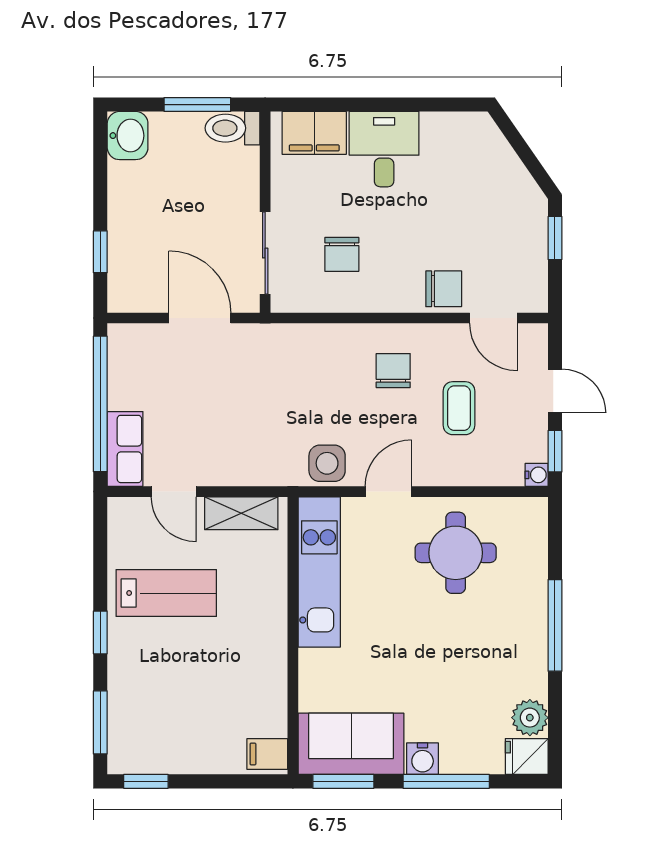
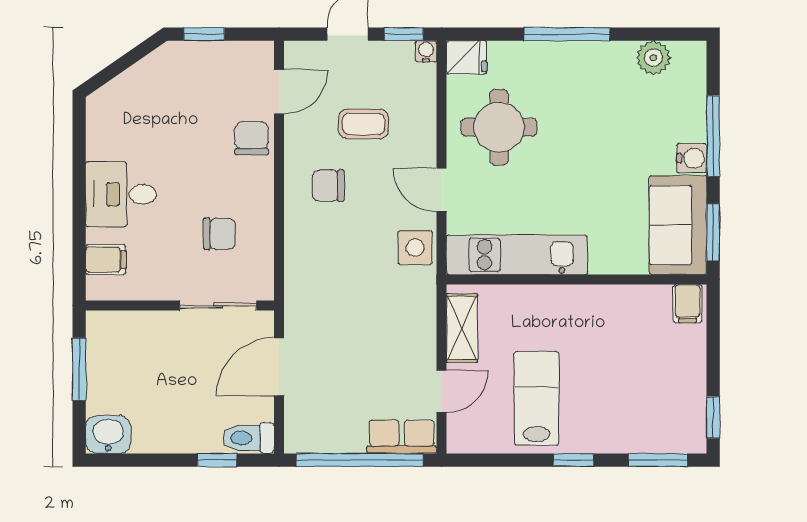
toilet: (233, 128) -> (249, 438), moved, turned 90
filing cabinet: (314, 133) -> (106, 260), width x0.50
fridge: (527, 757) -> (467, 57), moved, turned -90

